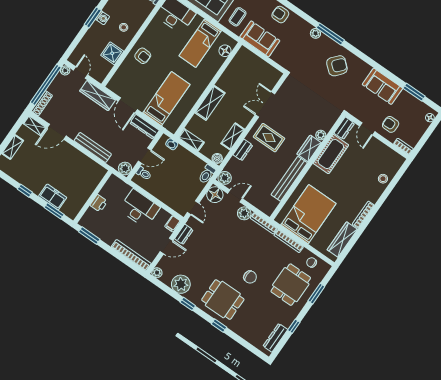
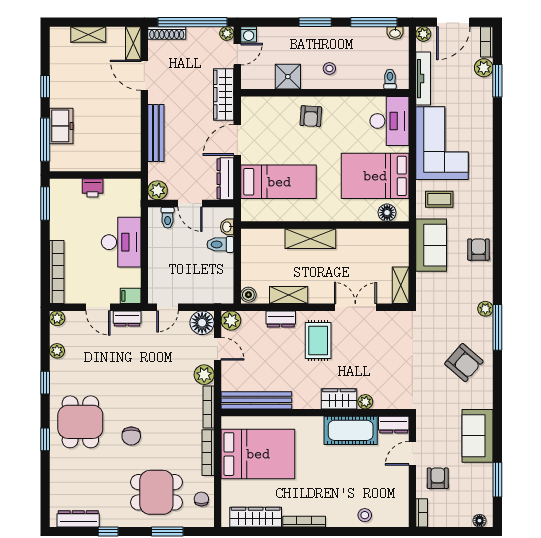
washing machine: (102, 18) -> (249, 34), moved
bed: (200, 43) -> (375, 176), width x1.50
shelving: (191, 140) -> (401, 285), moved
toilet: (207, 174) -> (220, 244), moved
bench: (289, 179) -> (256, 400), moved
window: (54, 211) -> (45, 140), width x1.44
plant: (181, 284) -> (57, 351), width x0.53, depth x0.53

